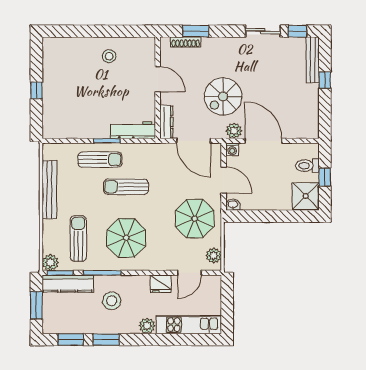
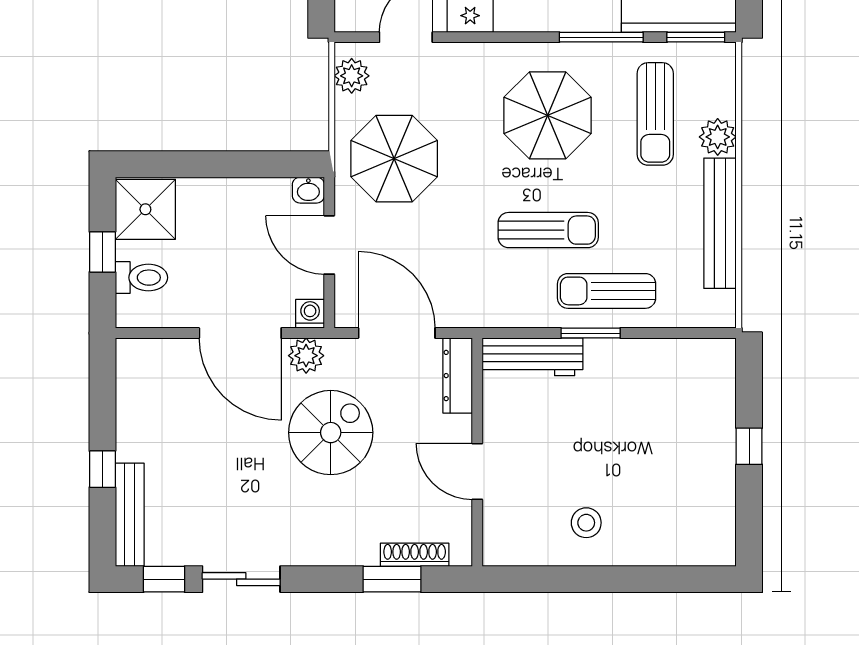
plant: (50, 262) -> (718, 137), moved

